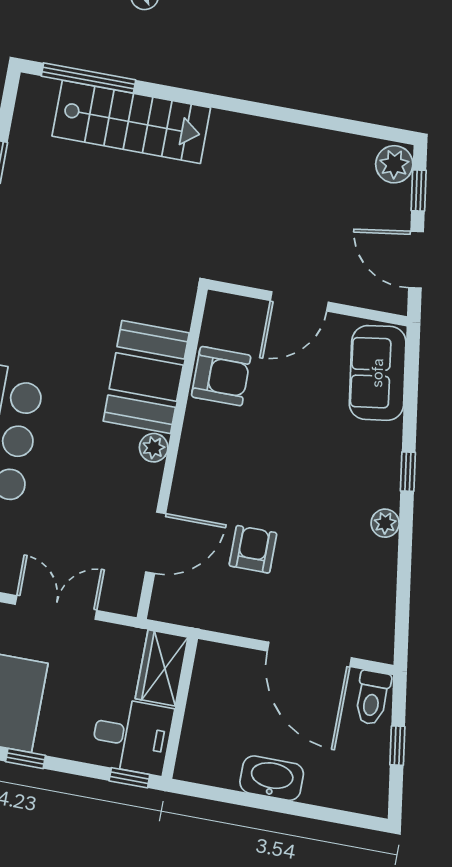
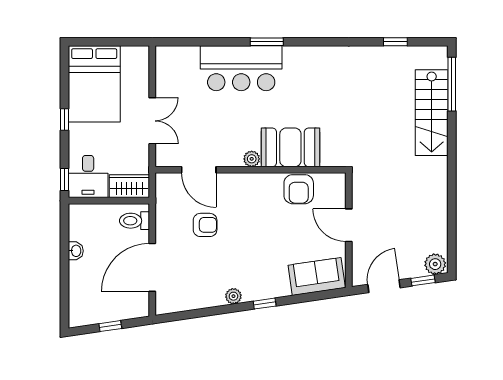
toilet: (372, 698) -> (134, 221), moved
washbasin: (272, 778) -> (76, 251), width x0.52, depth x0.69

